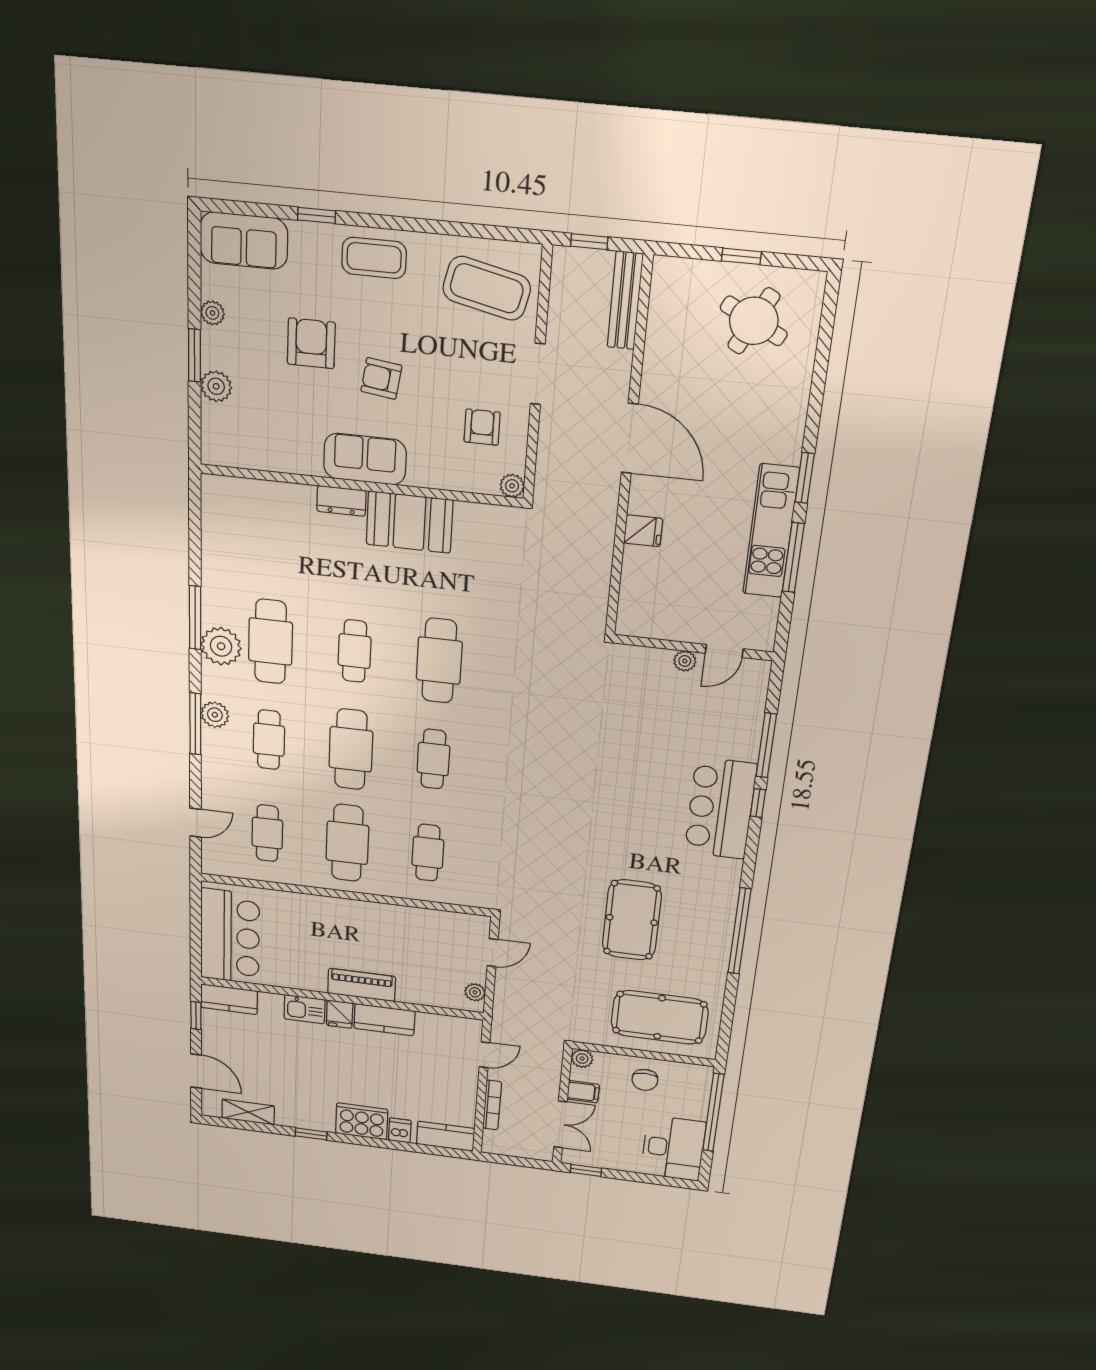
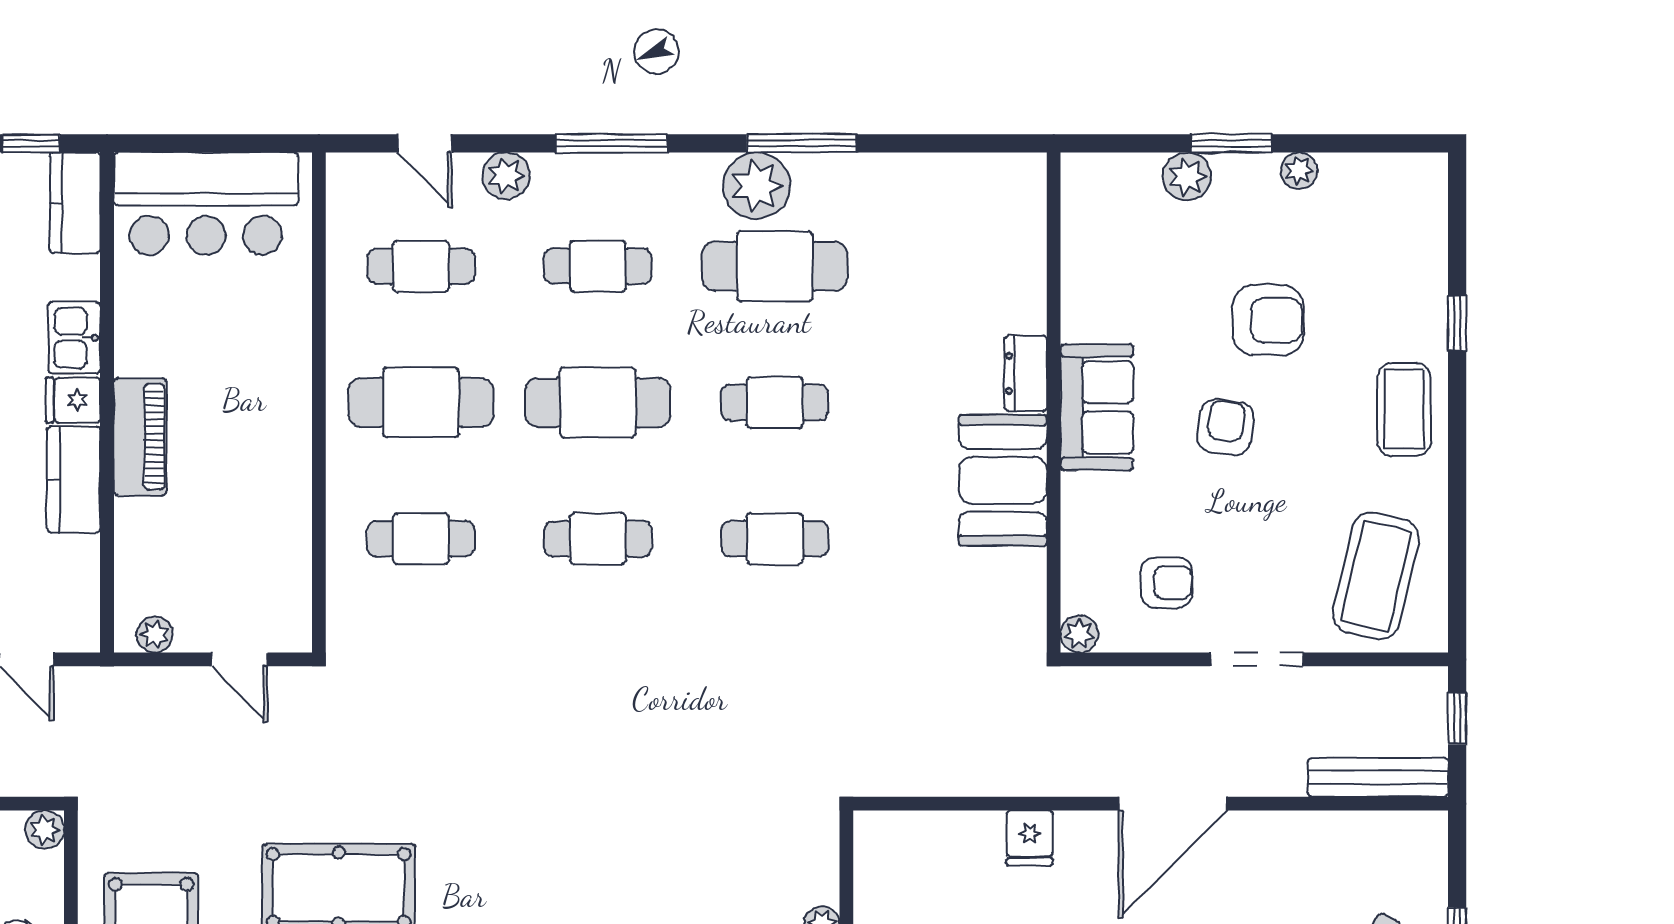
sofa: (244, 241) -> (1411, 217), removed
cafe table: (439, 661) -> (775, 539), width x0.73, depth x0.74
plant: (215, 715) -> (506, 176), moved

